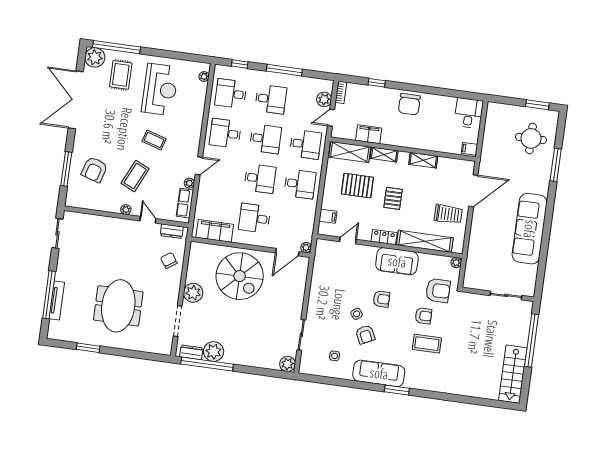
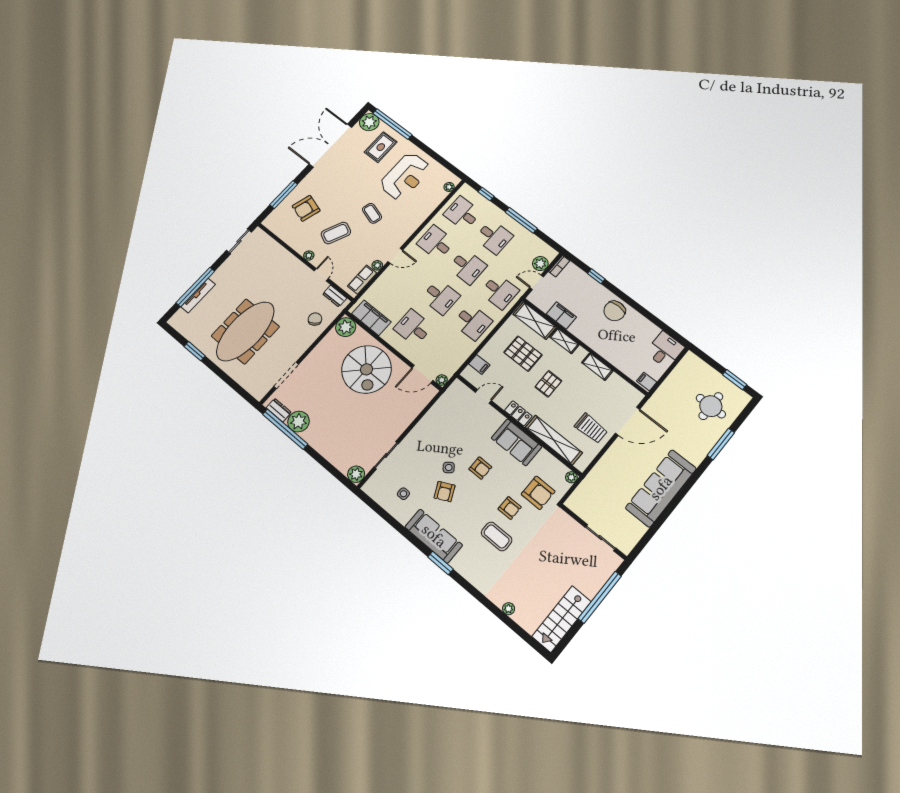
plant: (193, 293) -> (346, 327), moved
meeting table: (118, 306) -> (245, 331), width x1.36
plant: (469, 391) -> (509, 609), added

